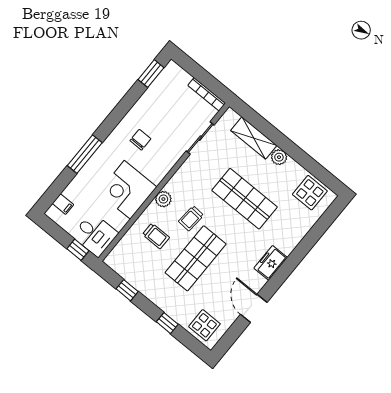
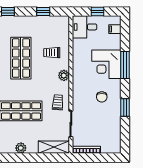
window: (151, 74) -> (125, 108), moved
shelving: (254, 138) -> (54, 147), moved
corner desk: (127, 190) -> (106, 64), moved, turned 180
trolley: (191, 218) -> (58, 102), moved
window: (78, 250) -> (97, 11), moved

